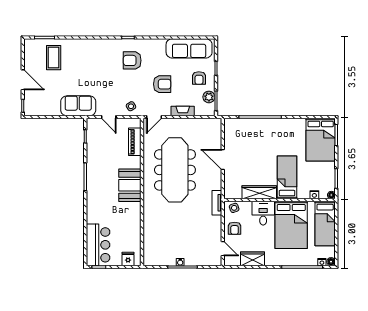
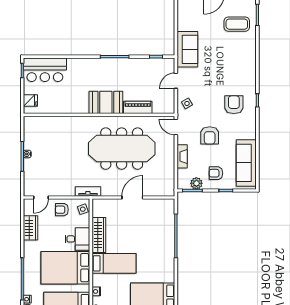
piano: (135, 142) -> (138, 107), moved

